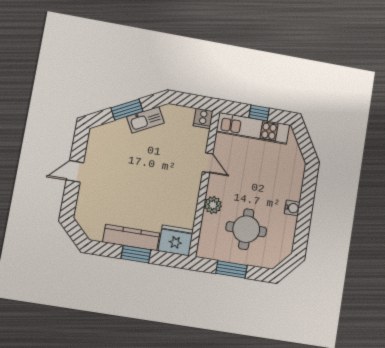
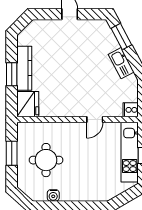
window: (127, 110) -> (121, 37), moved
plant: (213, 205) -> (61, 130), removed
water cooler: (292, 208) -> (53, 195), moved

